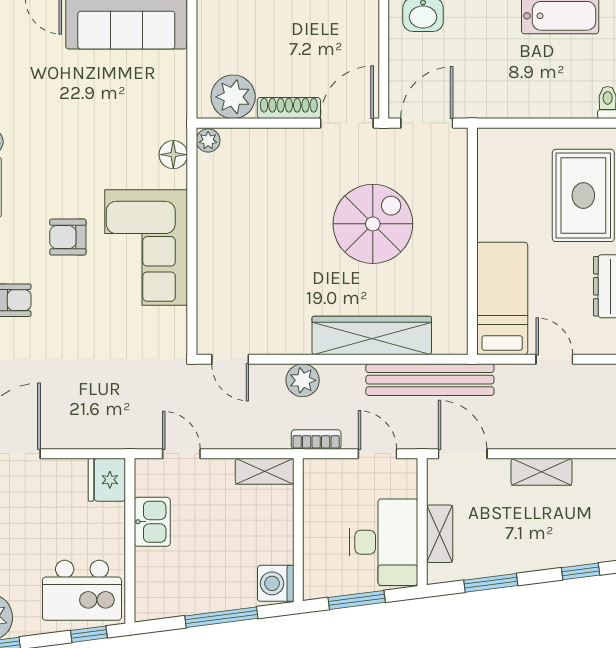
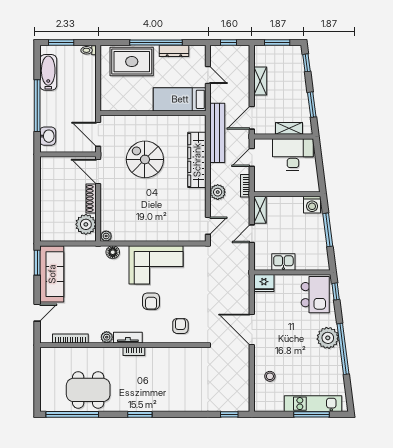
door: (554, 359) -> (208, 75), swing flipped
door: (181, 454) -> (252, 234), moved
window: (357, 600) -> (320, 167), removed

